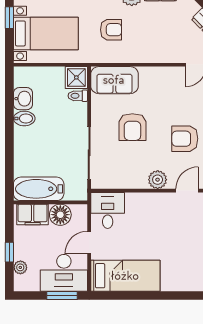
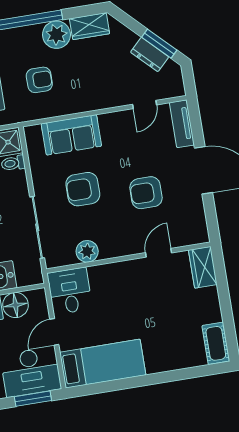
sofa: (114, 80) -> (71, 135), moved
armchair: (132, 127) -> (83, 189), turned 90
plant: (158, 180) -> (87, 251), moved

